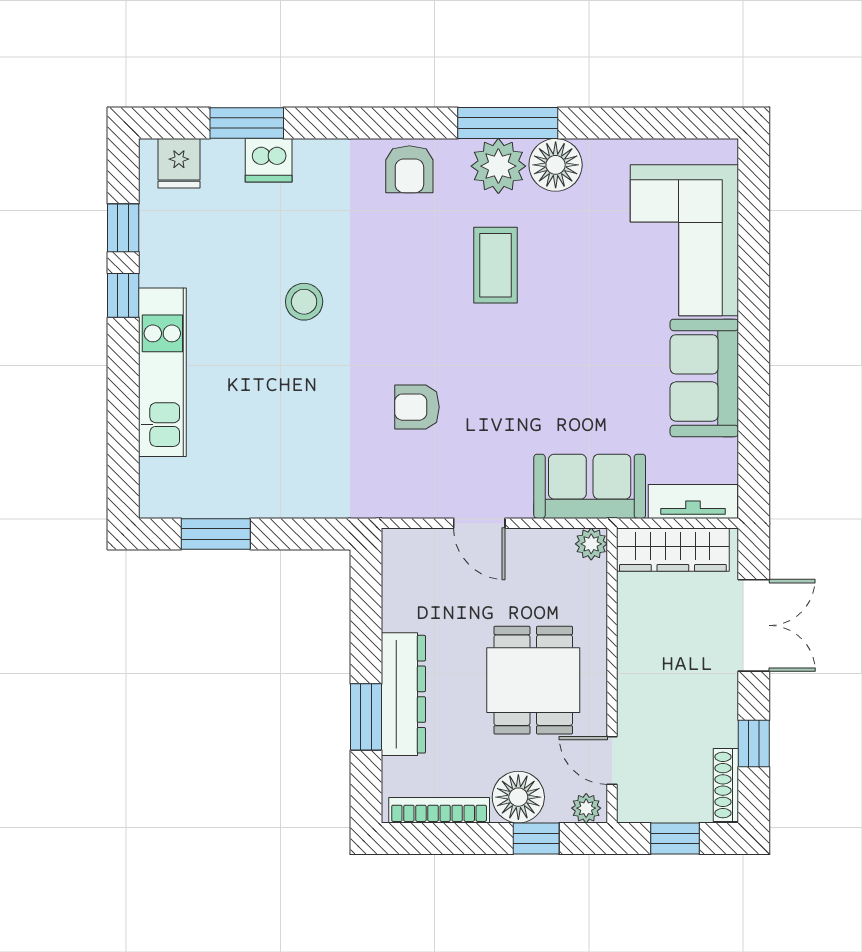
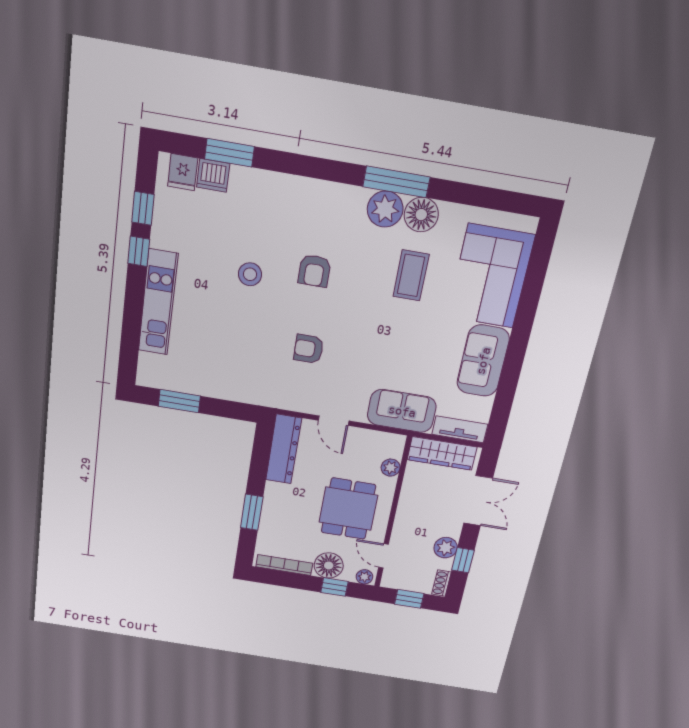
dishwasher: (269, 160) -> (213, 175), moved
armchair: (409, 169) -> (314, 271), moved
coffee table: (496, 265) -> (411, 275), moved
plant: (591, 544) -> (391, 468), moved
dresser: (403, 694) -> (284, 449), moved
plant: (718, 725) -> (446, 548), added
shoe rack: (726, 785) -> (441, 583), width x0.70

